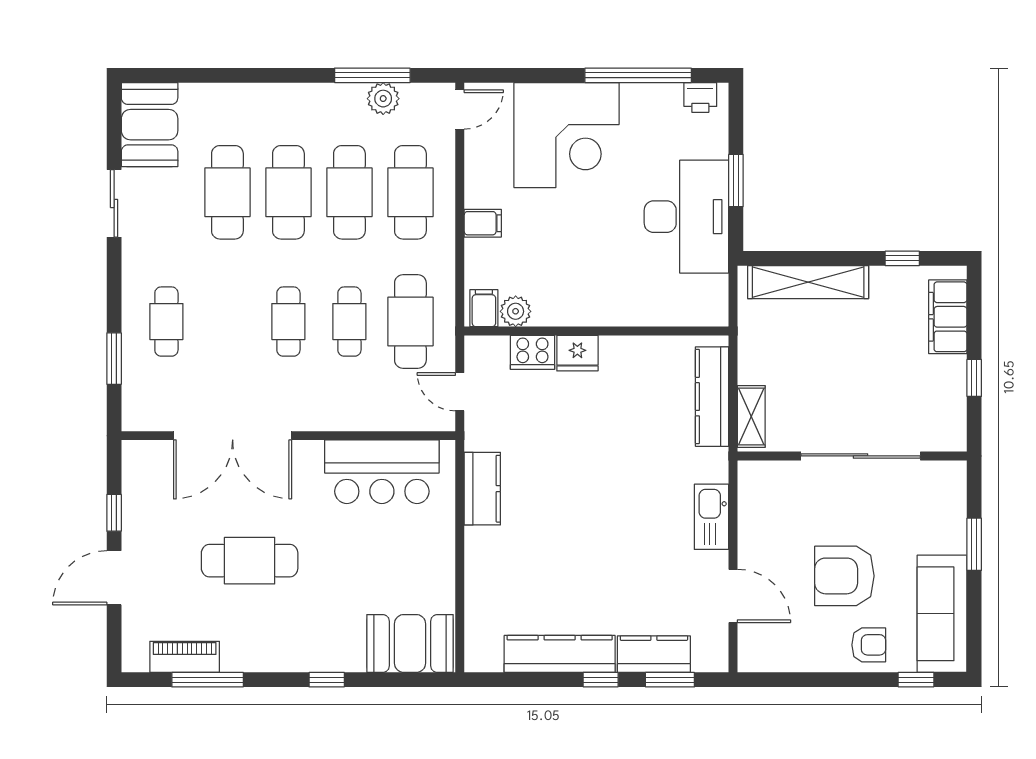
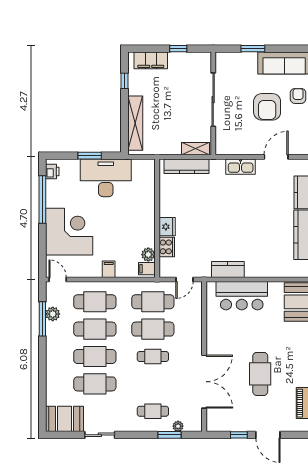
cafe table: (349, 322) -> (153, 329), width x1.37, depth x1.35
plant: (133, 378) -> (178, 426), added
bar counter: (382, 472) -> (242, 296), moved, turned 90

